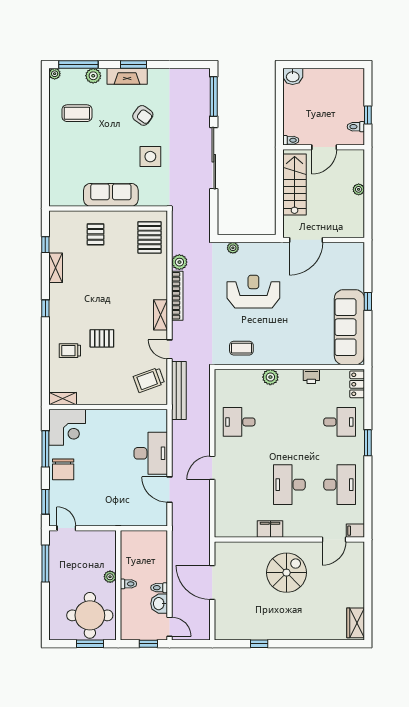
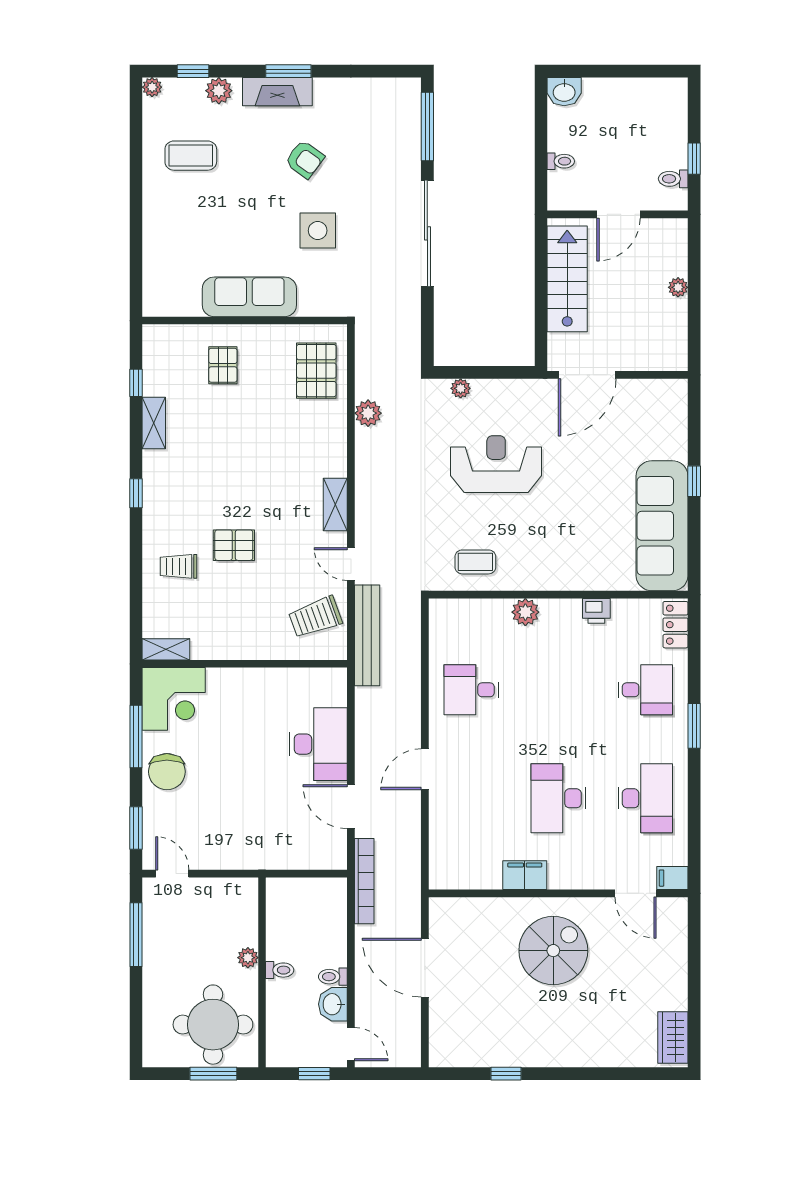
window: (78, 64) -> (193, 71), width x0.46
toilet: (291, 140) -> (561, 161), moved
bookcase: (177, 296) -> (364, 881), moved
door: (334, 540) -> (635, 893), hinge flipped

